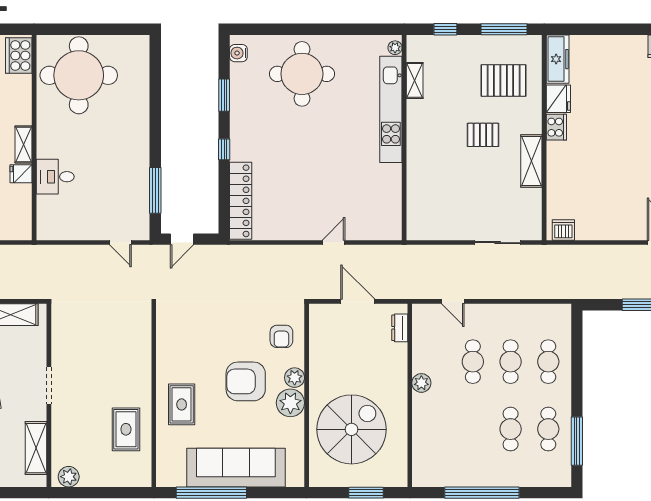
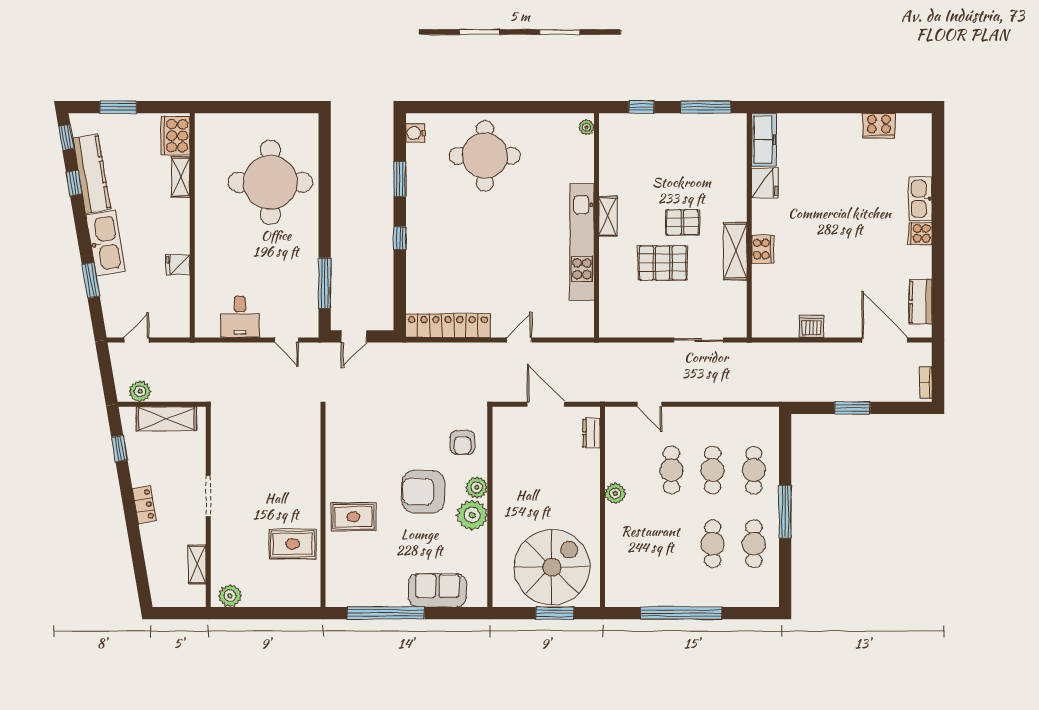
round table: (79, 75) -> (270, 182), moved
shelving: (415, 80) -> (608, 216), moved
pallet: (504, 80) -> (663, 263), moved
kitchen unit: (391, 109) -> (582, 242), moved
cooker: (556, 127) -> (763, 249), moved
shelving: (23, 145) -> (181, 177), moved
desk: (55, 177) -> (240, 317), moved, turned -90
locker: (241, 201) -> (448, 326), moved, turned -90
dishwasher: (563, 230) -> (811, 326), moved
rug: (182, 404) -> (353, 517), turned 90
rug: (126, 429) -> (293, 544), turned 90
spiral stairs: (352, 429) -> (552, 567), moved
window: (577, 441) -> (785, 512), moved
shelving: (36, 448) -> (197, 564), width x0.67, depth x0.75
sofa: (236, 468) -> (437, 590), width x0.54, depth x0.79

